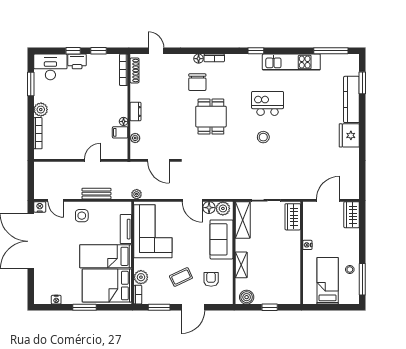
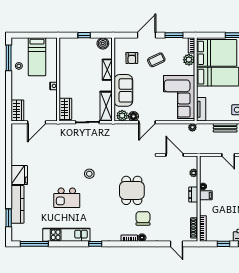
kitchen island: (268, 103) -> (67, 198), moved
filing cabinet: (120, 132) -> (206, 195), moved
door: (93, 160) -> (228, 155), hinge flipped
door: (192, 200) -> (147, 122), swing flipped
tv unit: (126, 229) -> (201, 109), moved

